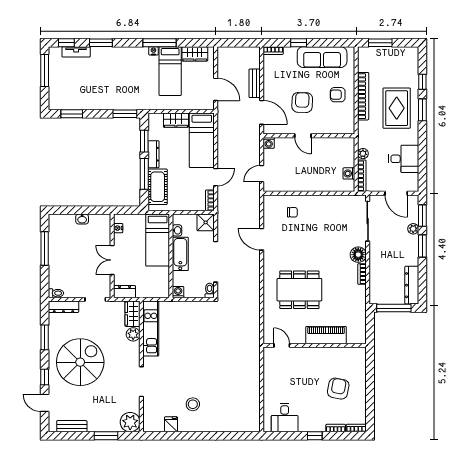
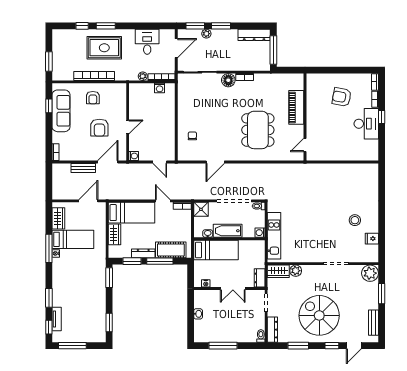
window: (299, 43) -> (49, 106), moved
armchair: (302, 102) -> (99, 128), turned -92
kitchen unit: (151, 329) -> (274, 236), moved, turned 90
desk: (285, 418) -> (366, 124), moved, width x1.37

